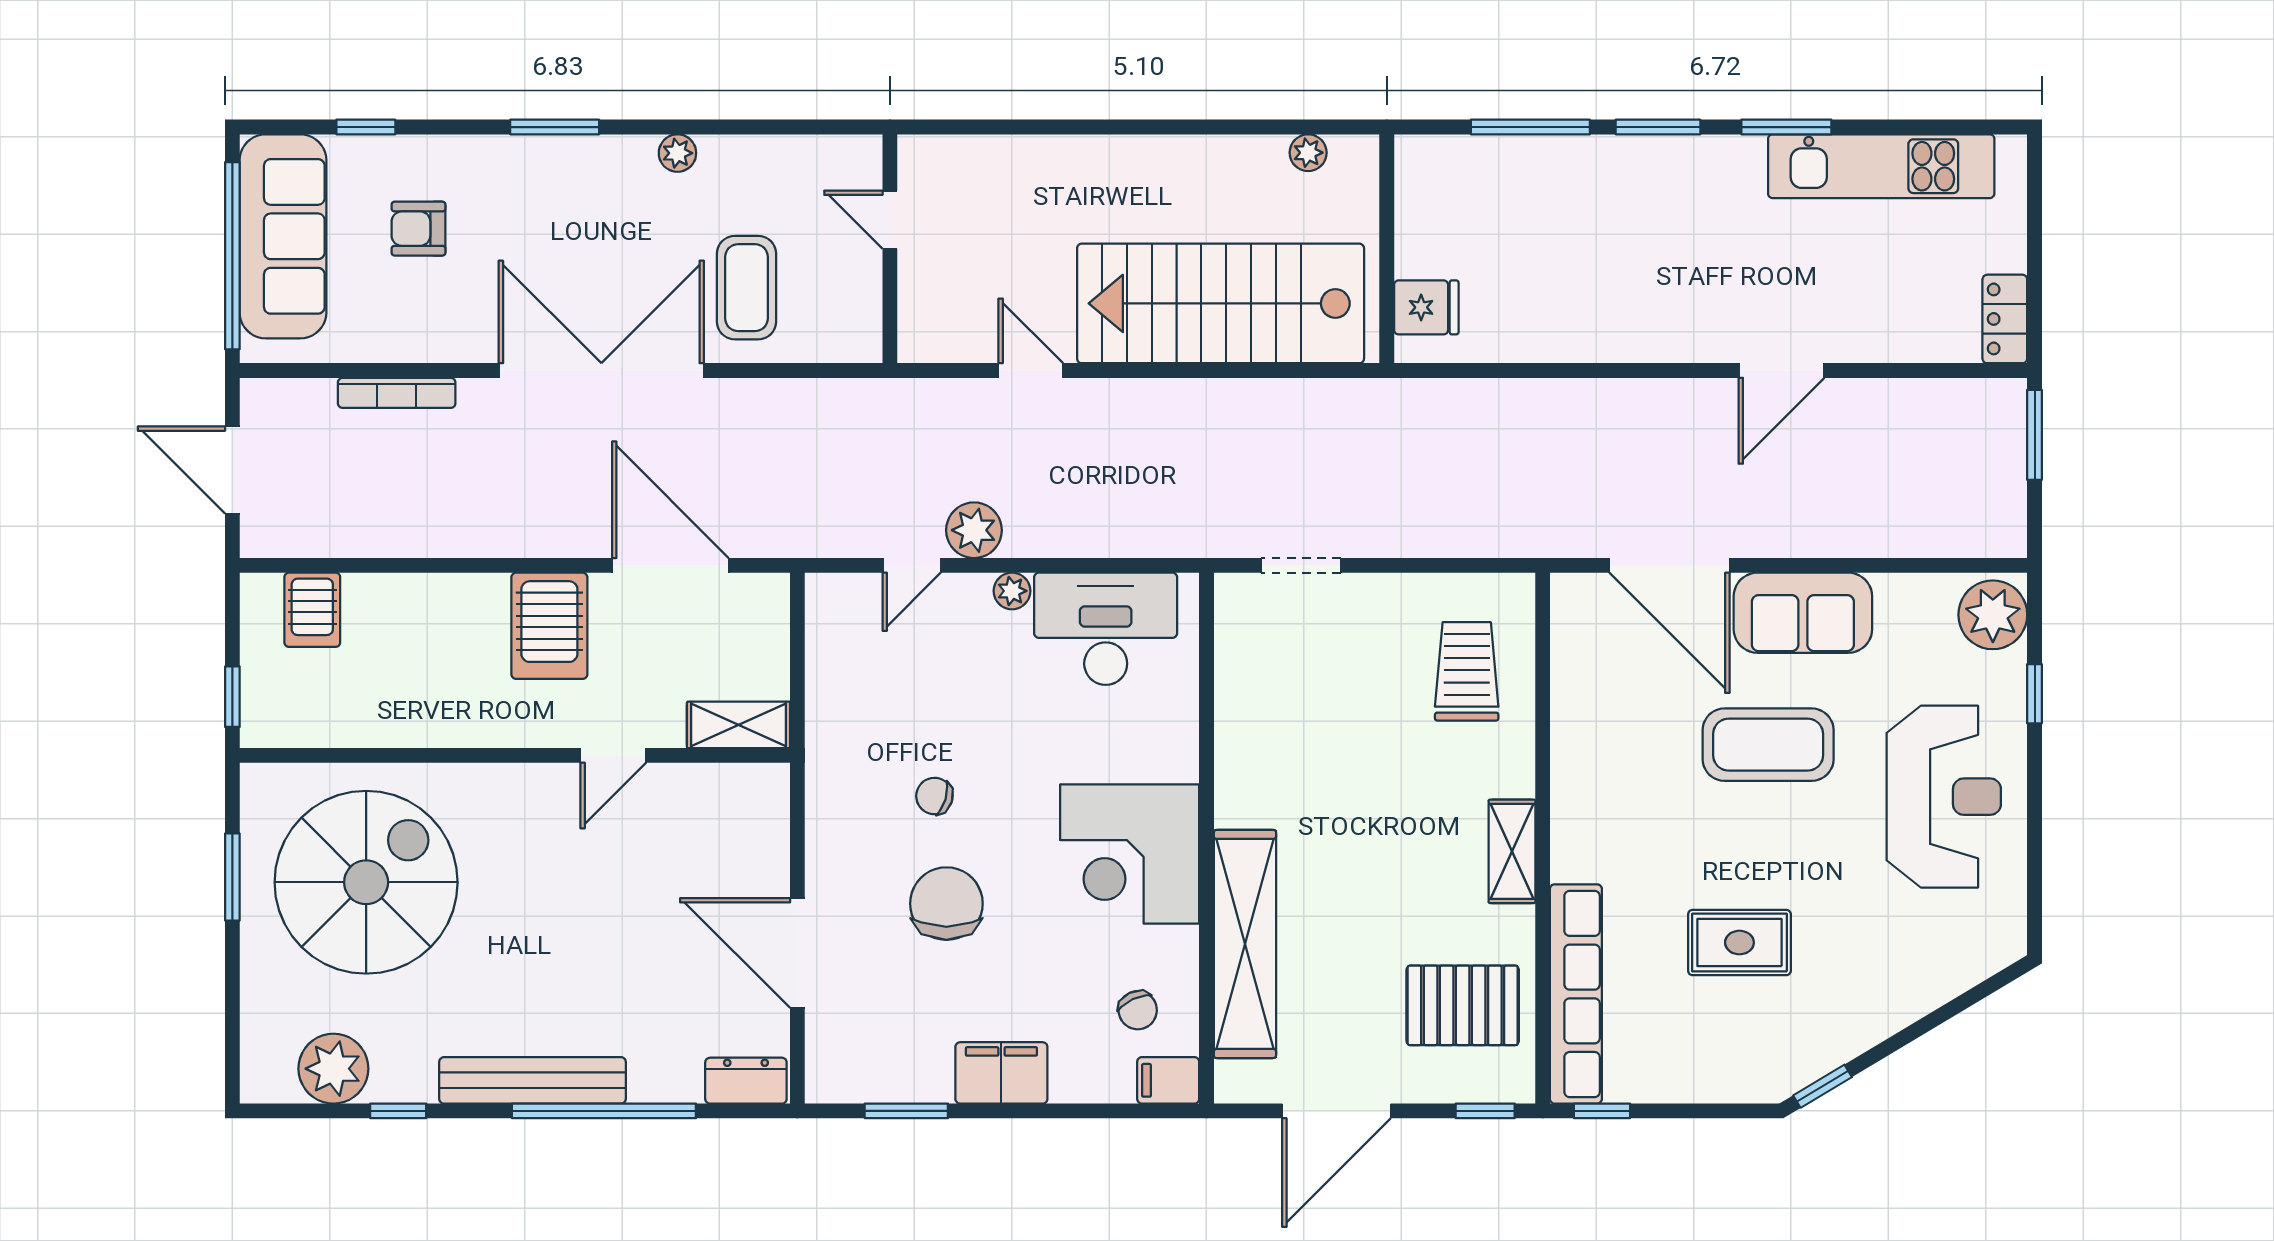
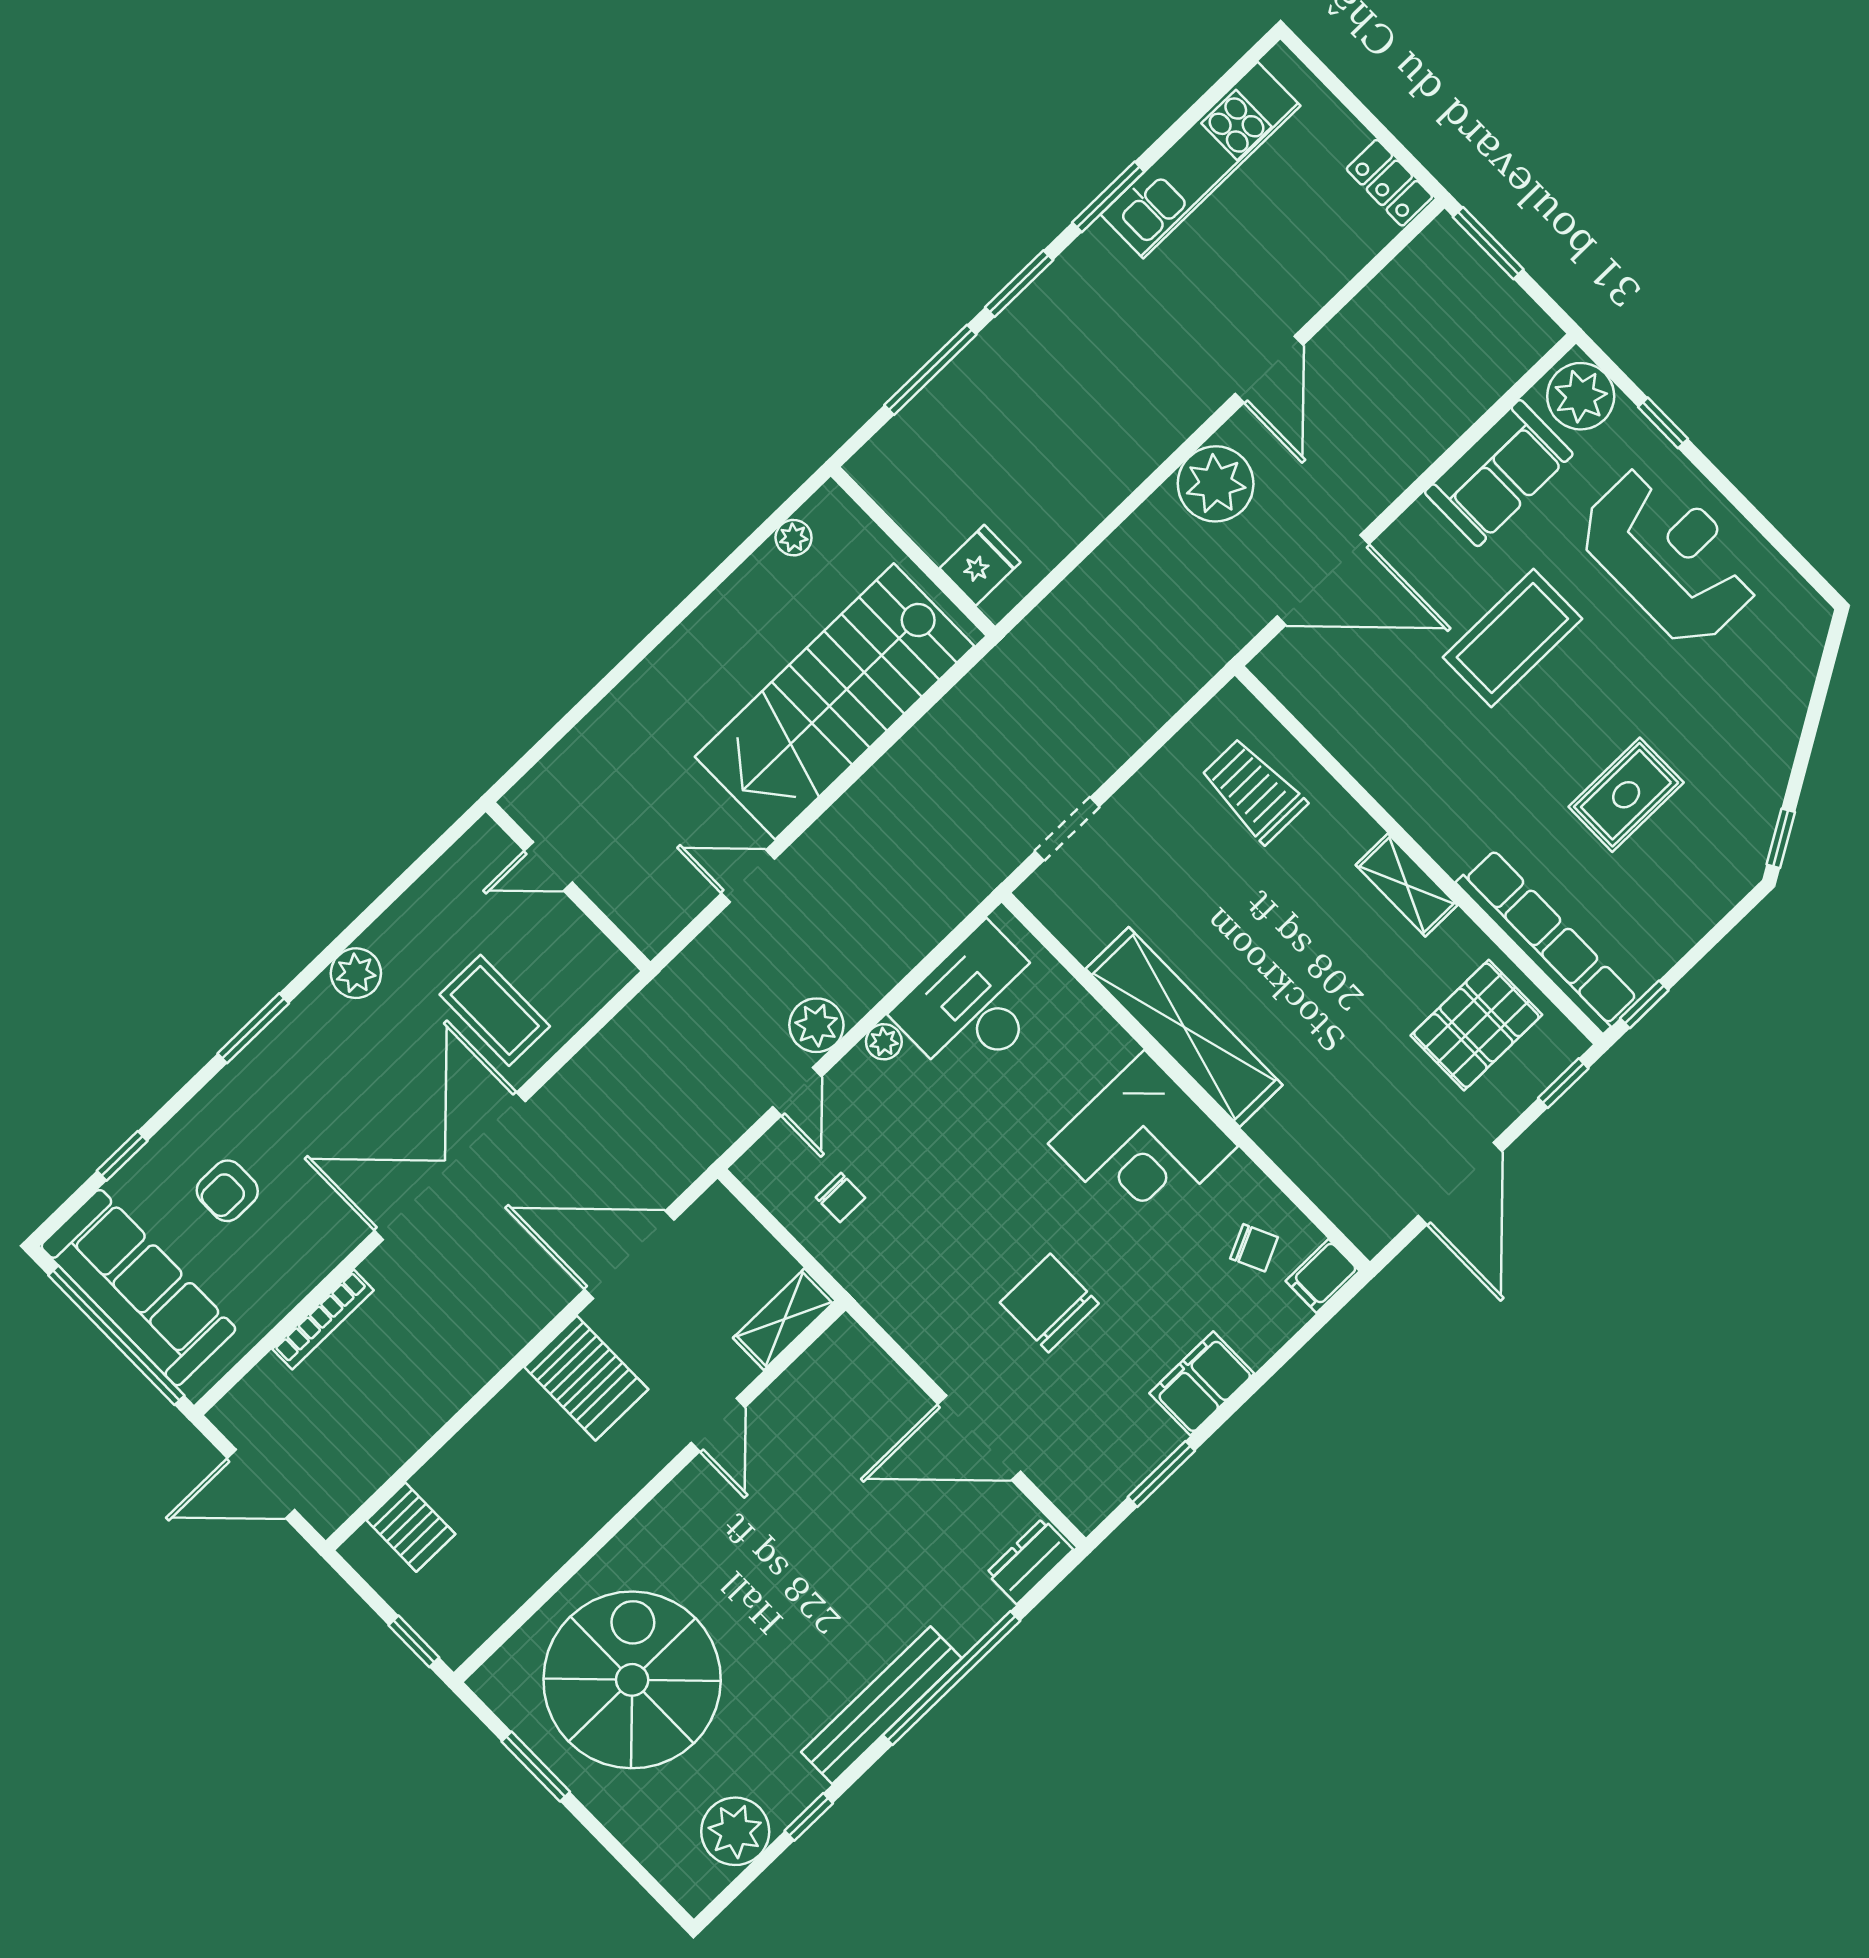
plant: (677, 153) -> (356, 973), width x1.38, depth x1.38
plant: (1659, 417) -> (1216, 484), added
sofa: (1803, 613) -> (1499, 473), moved
chair: (934, 796) -> (840, 1198), moved, turned -107
shelving: (1245, 944) -> (1184, 1027), moved

